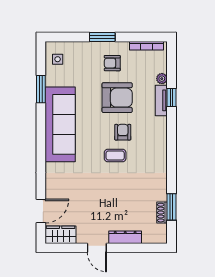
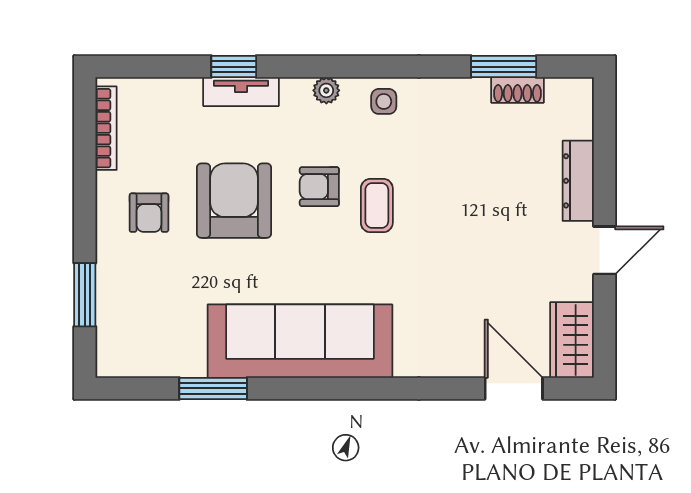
window: (102, 37) -> (85, 295), moved
side table: (58, 59) -> (384, 101), moved
plant: (162, 79) -> (326, 90), moved

